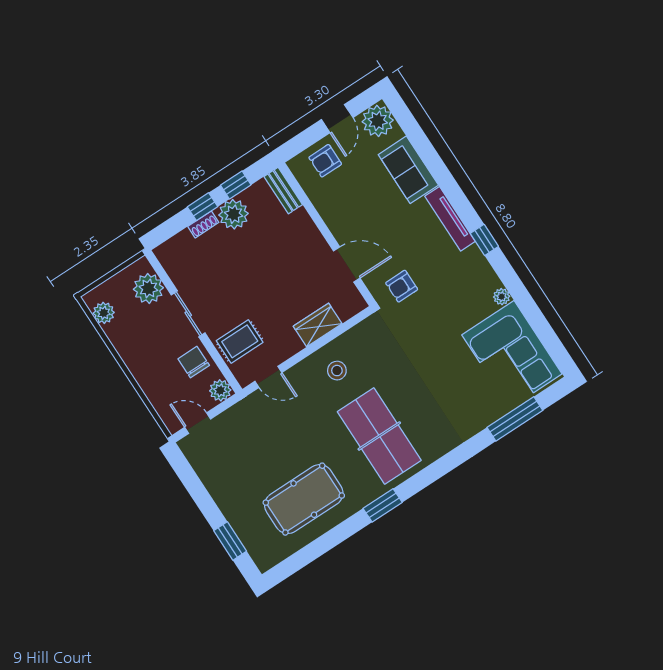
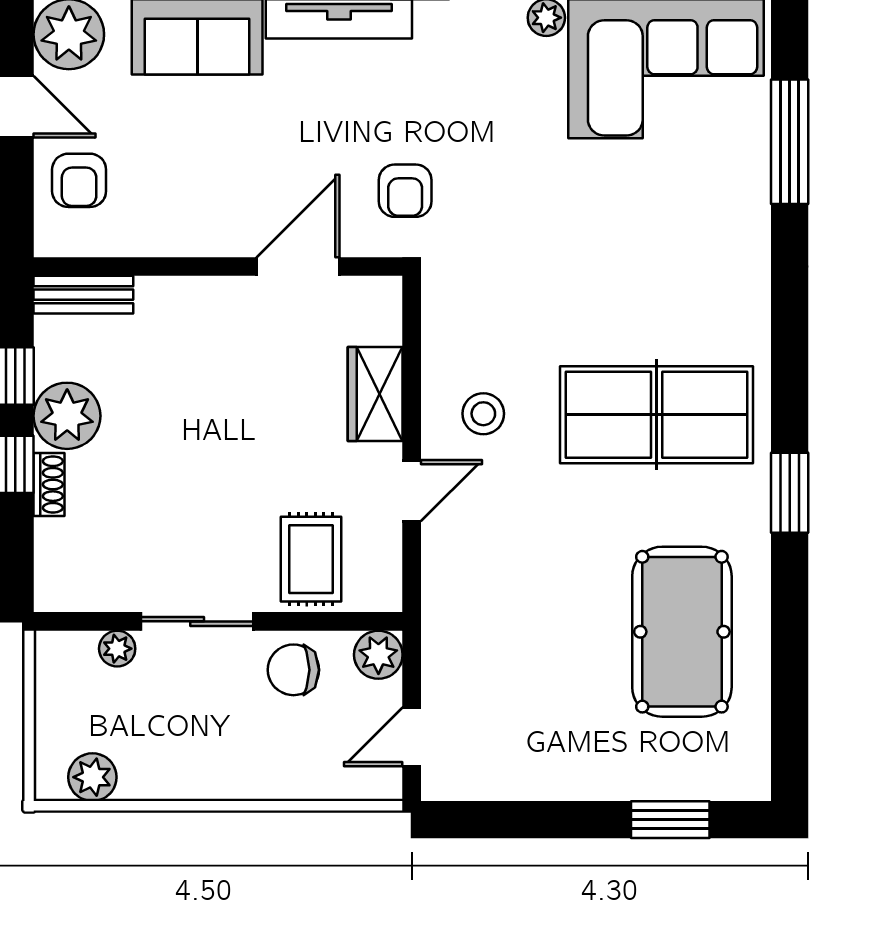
plant: (148, 288) -> (117, 649), width x0.53, depth x0.53
door: (268, 377) -> (412, 491), moved

